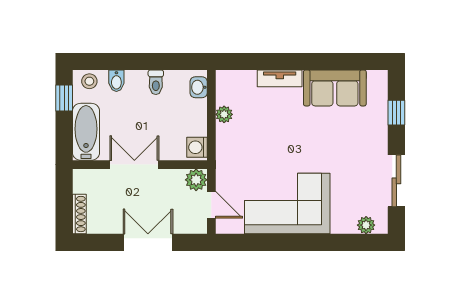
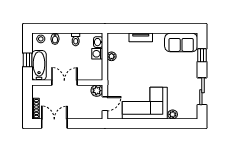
sofa: (335, 88) -> (181, 42), moved
window: (64, 98) -> (28, 60), moved
washing machine: (197, 147) -> (97, 54), moved
door: (211, 205) -> (105, 104), hinge flipped
plant: (366, 225) -> (173, 114), moved
double door: (148, 242) -> (54, 123), moved

